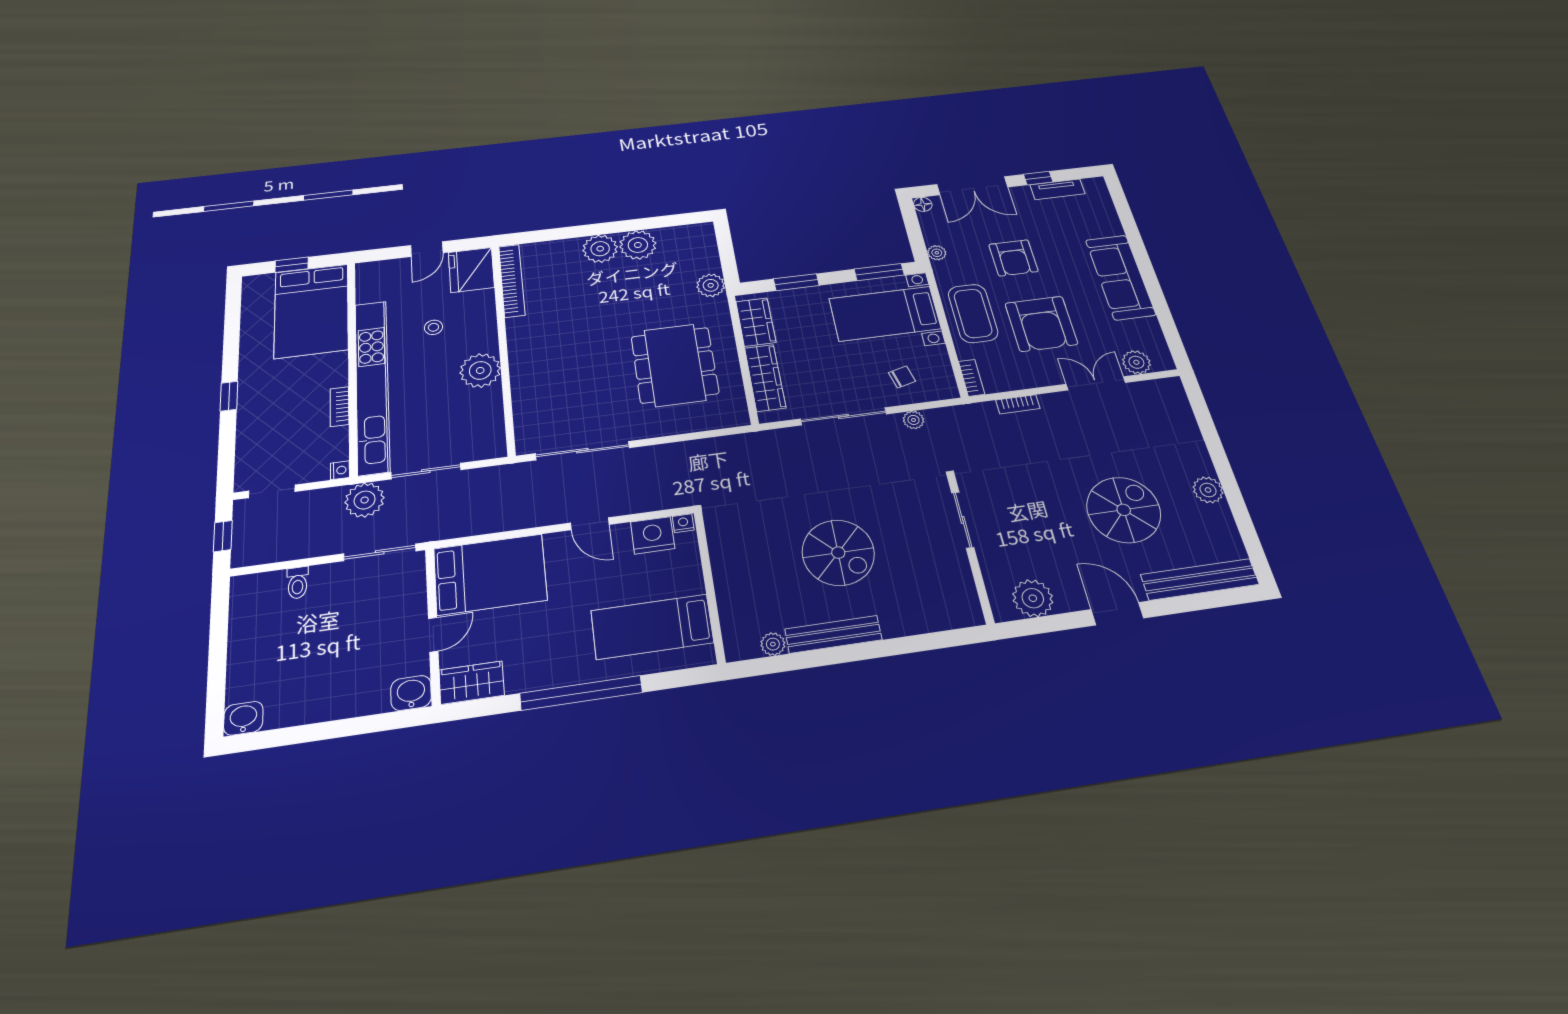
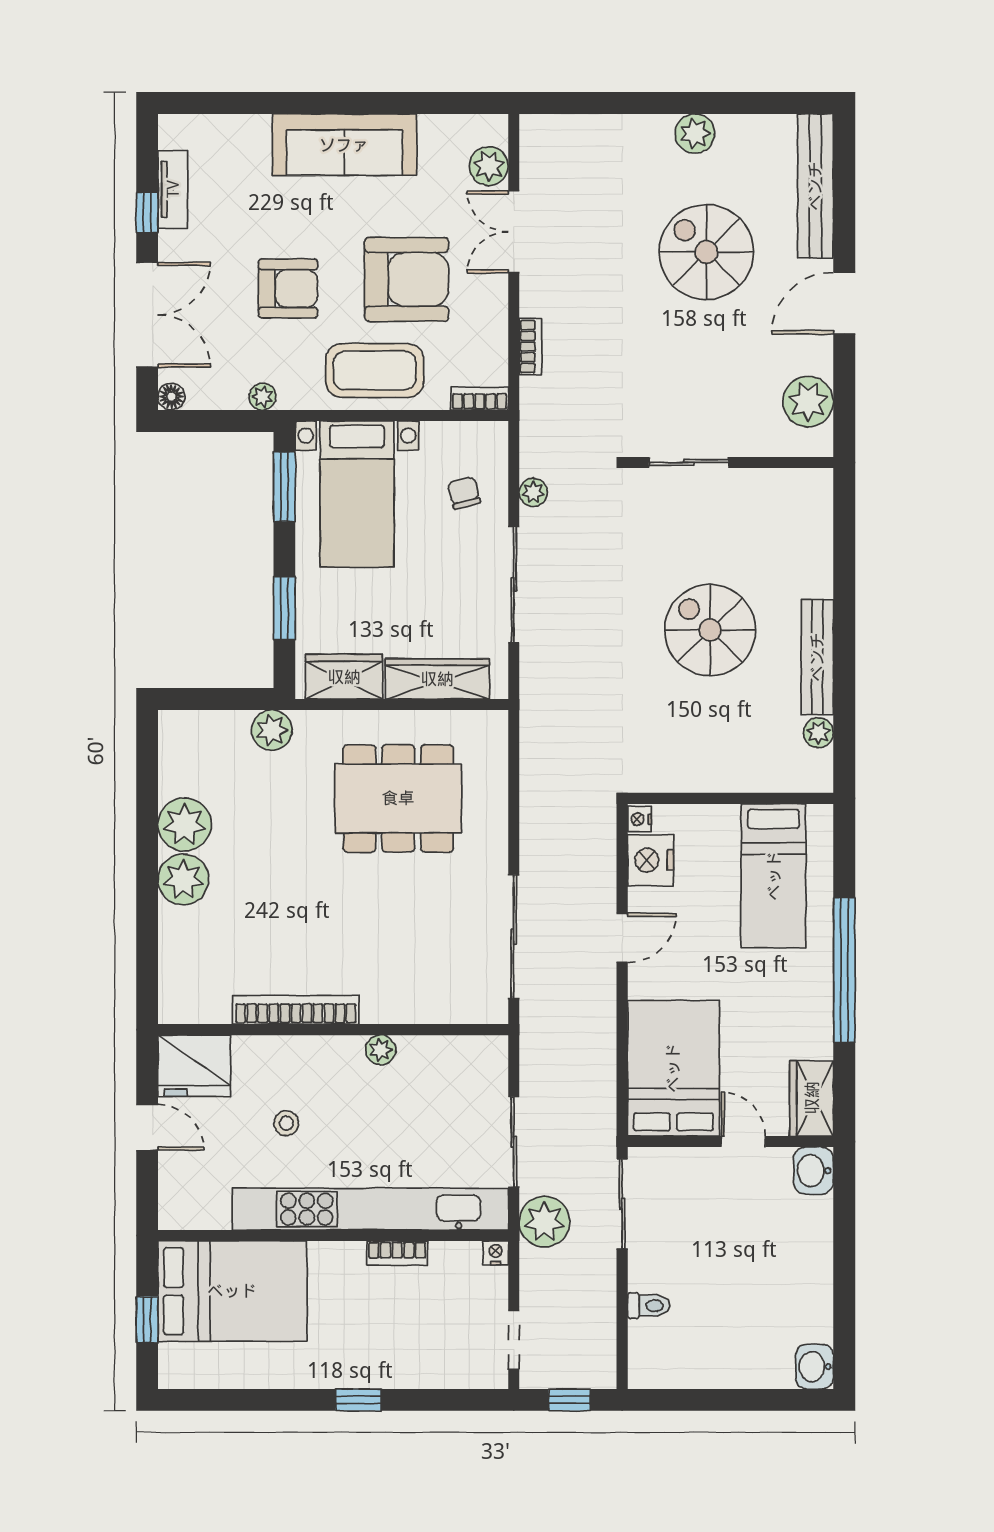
bookcase: (512, 281) -> (296, 1010), moved
plant: (480, 370) -> (381, 1050), width x0.53, depth x0.53
spiral stairs: (838, 553) -> (710, 630), turned -90

